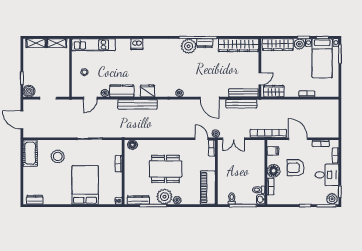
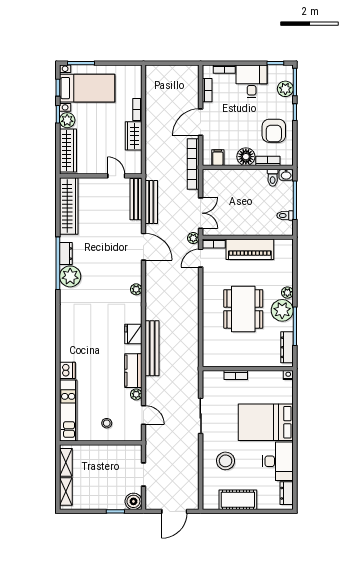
dishwasher: (137, 44) -> (67, 370), moved
wardrobe: (274, 91) -> (134, 136), moved
door: (210, 98) -> (144, 247), hinge flipped
floor lamp: (132, 145) -> (209, 356), removed
cot: (30, 153) -> (238, 500), moved
armchair: (296, 168) -> (274, 131), moved
piano: (208, 188) -> (250, 249), moved
desk: (57, 194) -> (278, 461), added
plant: (332, 199) -> (285, 89), moved

